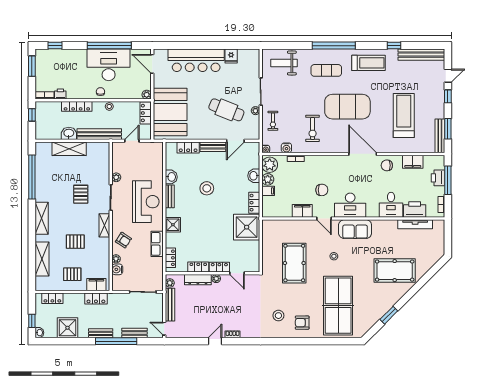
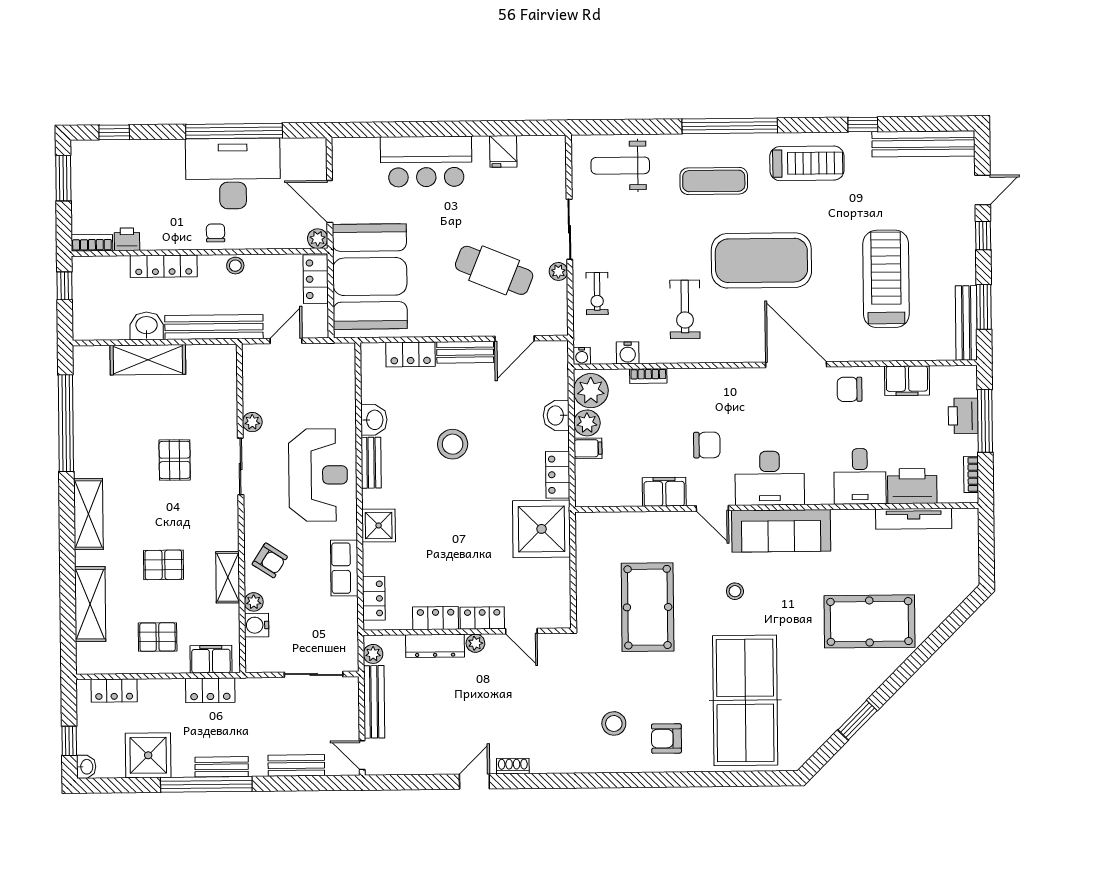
bar counter: (196, 60) -> (426, 161), width x0.73
door: (152, 64) -> (330, 201), moved
shelving: (104, 225) -> (228, 577), moved
sofa: (355, 229) -> (781, 531), width x1.36
window: (116, 341) -> (206, 784), moved

